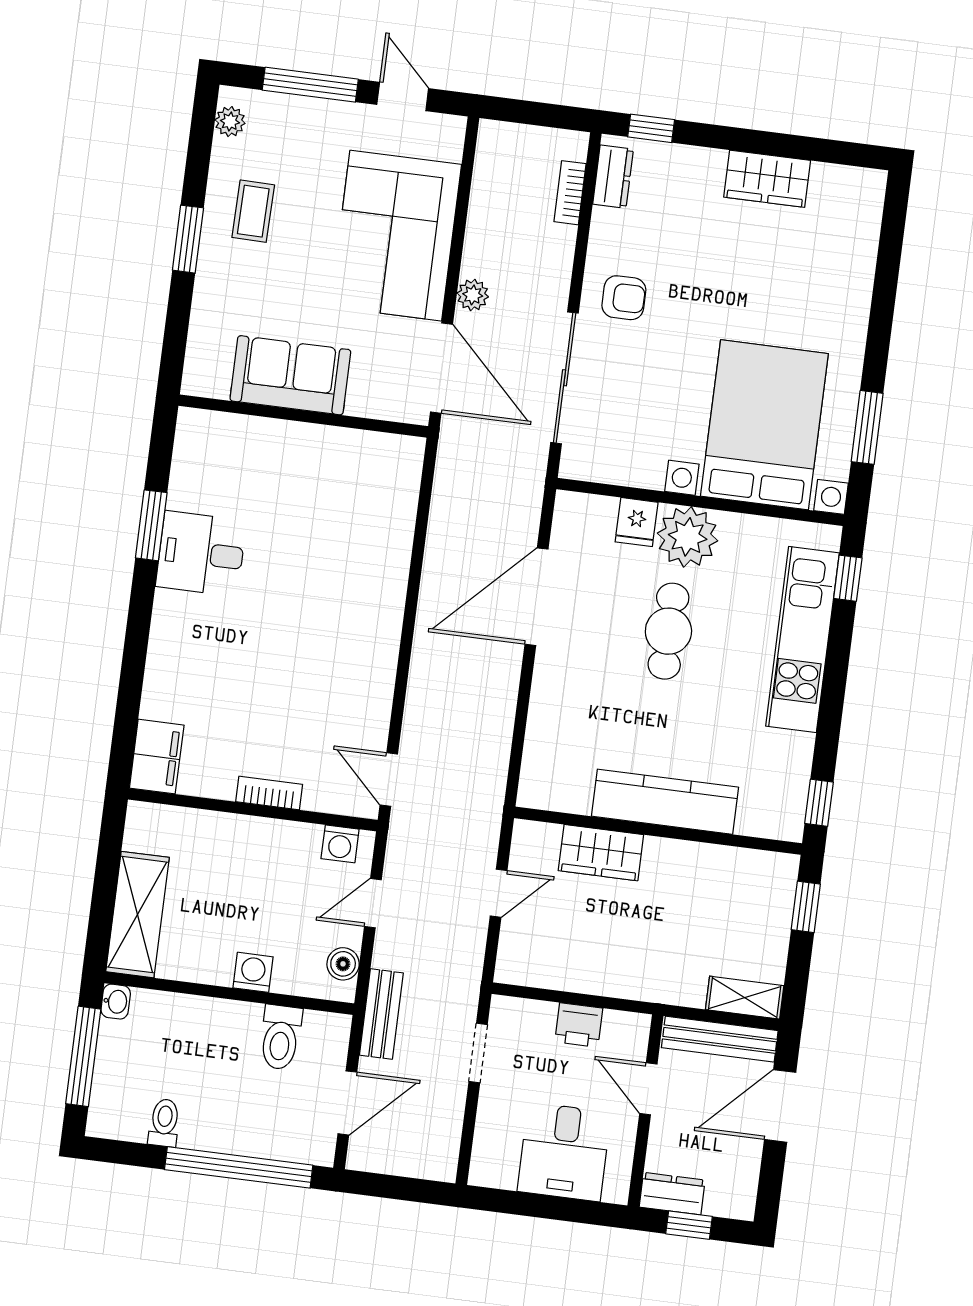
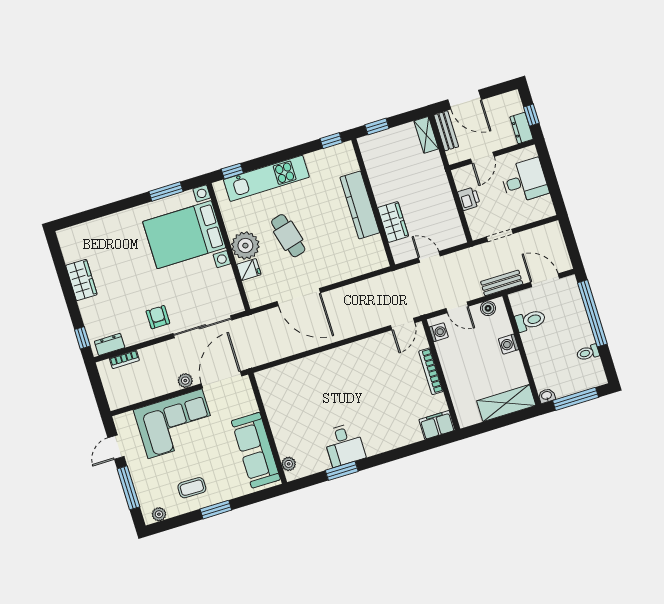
sofa: (290, 375) -> (256, 450), width x1.36
plant: (213, 426) -> (289, 464), added
cafe table: (668, 631) -> (288, 236), turned 75
bookcase: (269, 793) -> (431, 371), width x1.56
bench: (720, 1039) -> (446, 131), width x0.73

